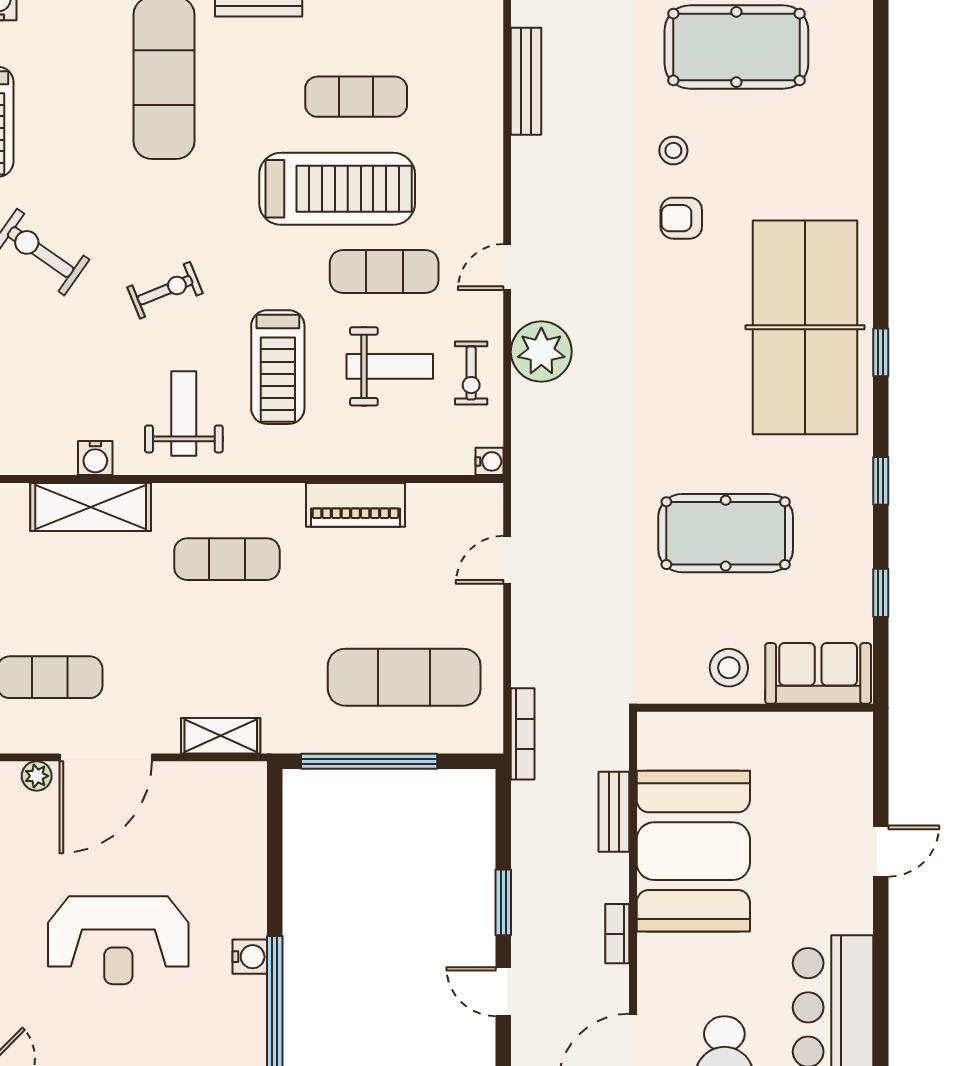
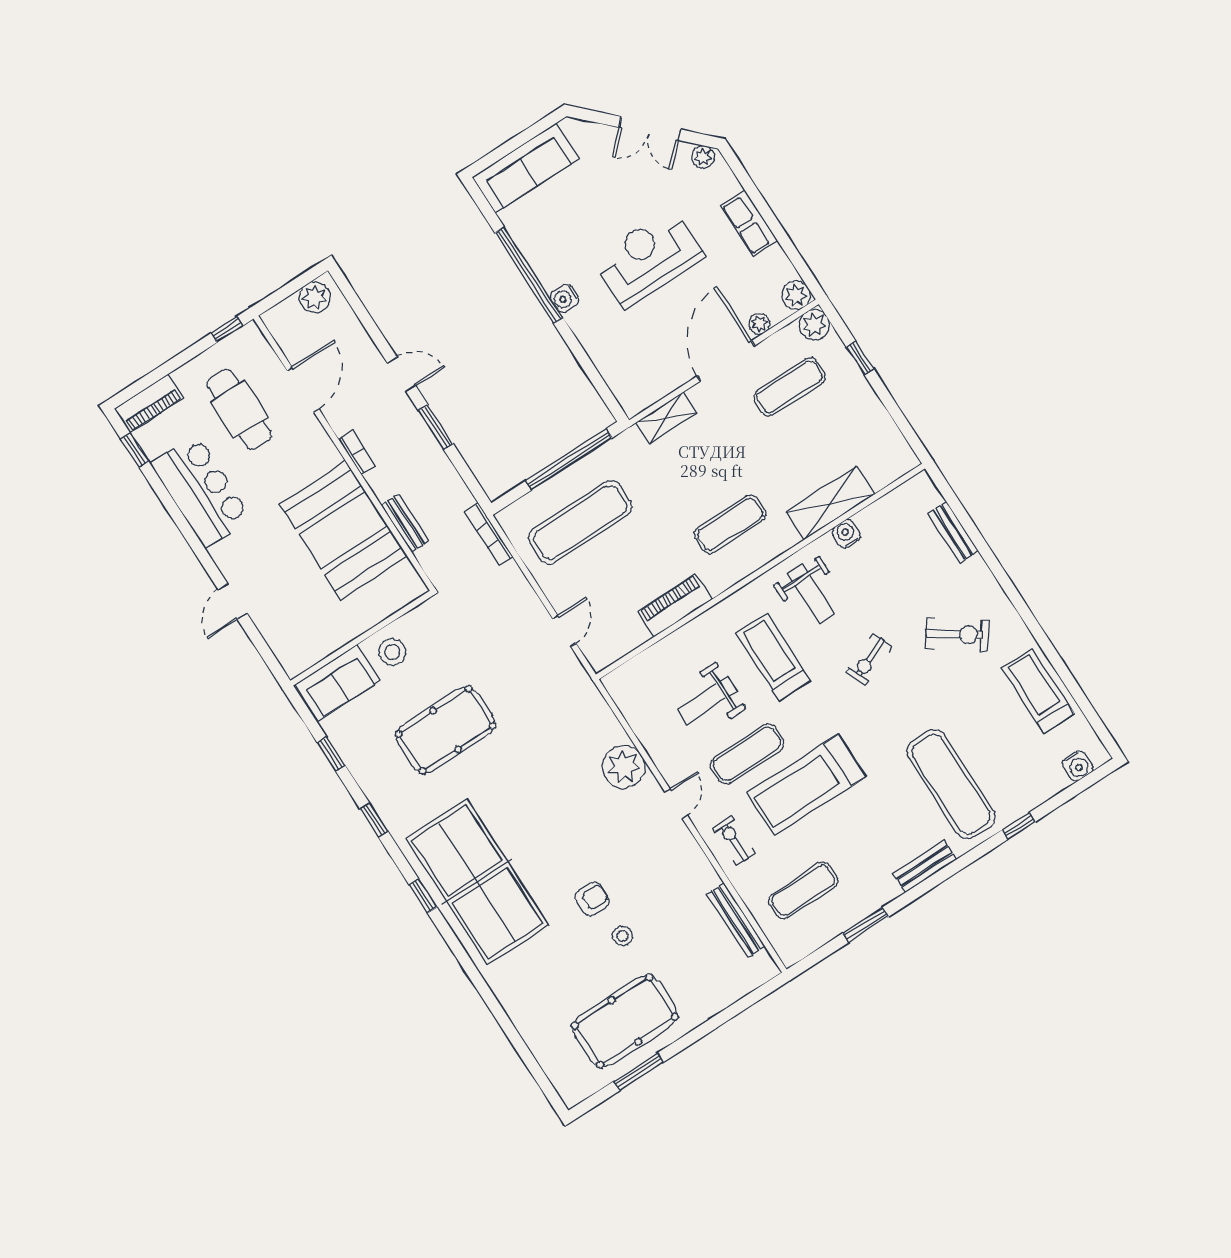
exercise mat: (356, 97) -> (803, 890), moved
exercise bike: (471, 373) -> (734, 840), moved
water cooler: (490, 461) -> (612, 682), removed

